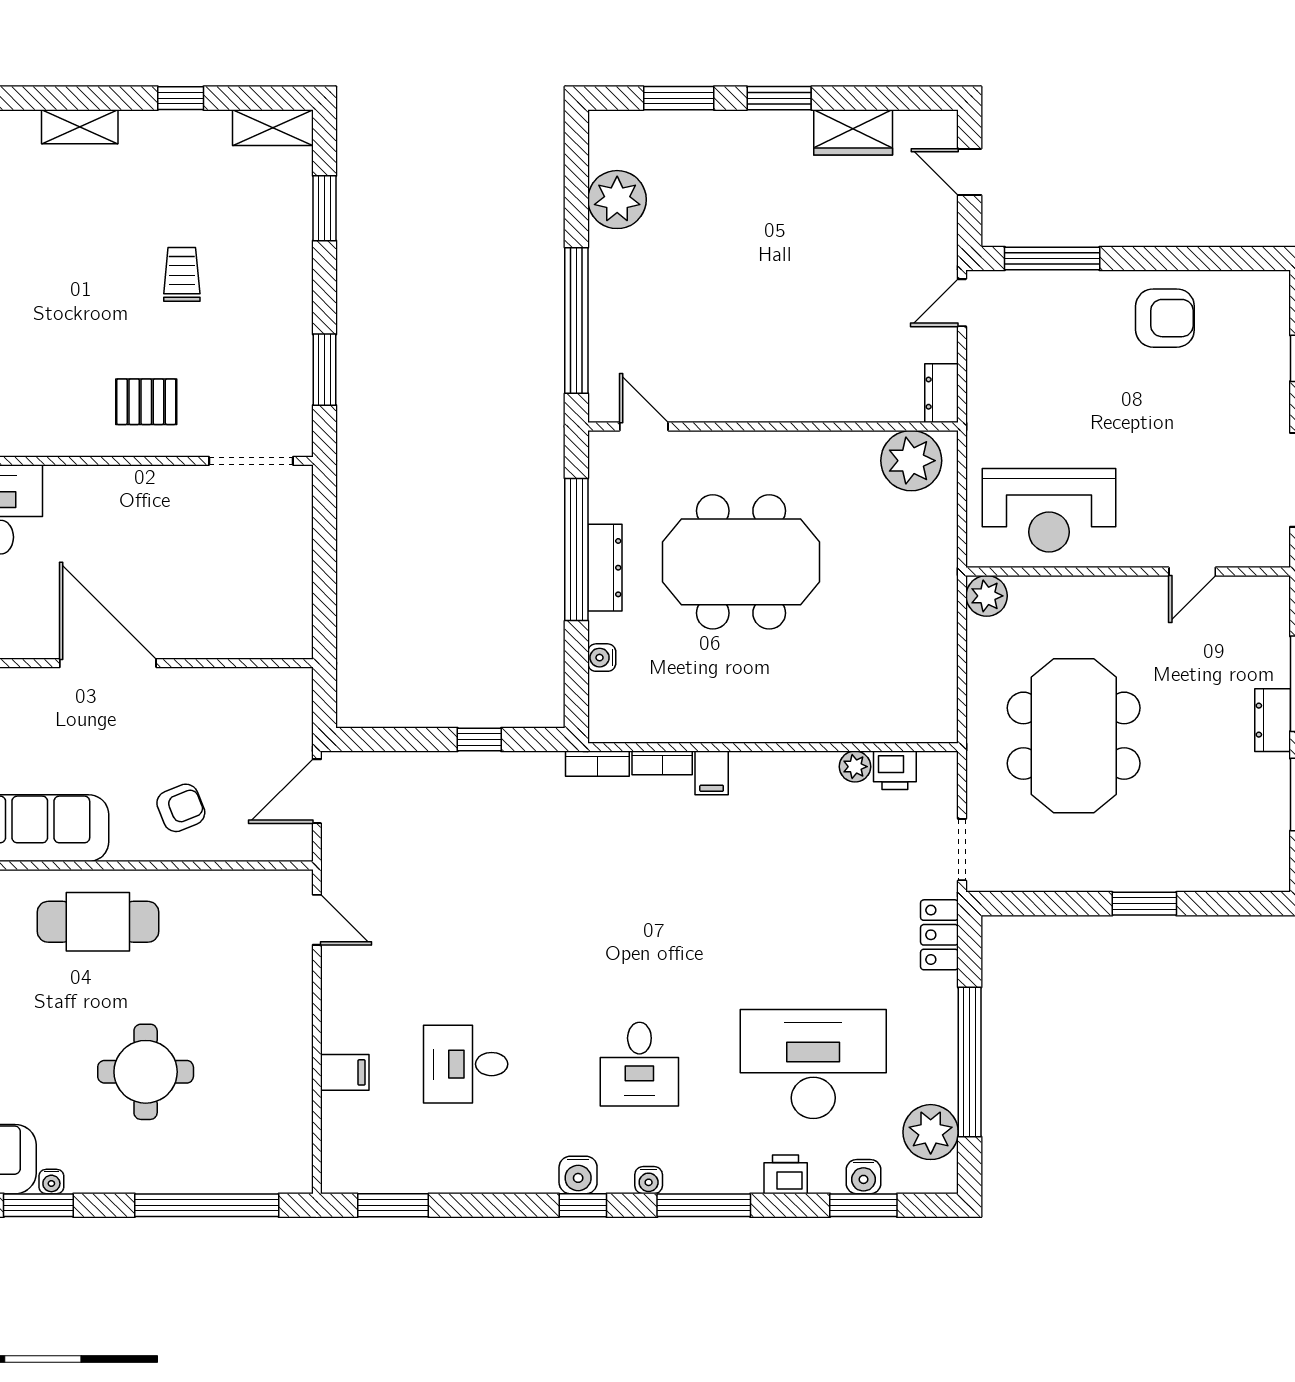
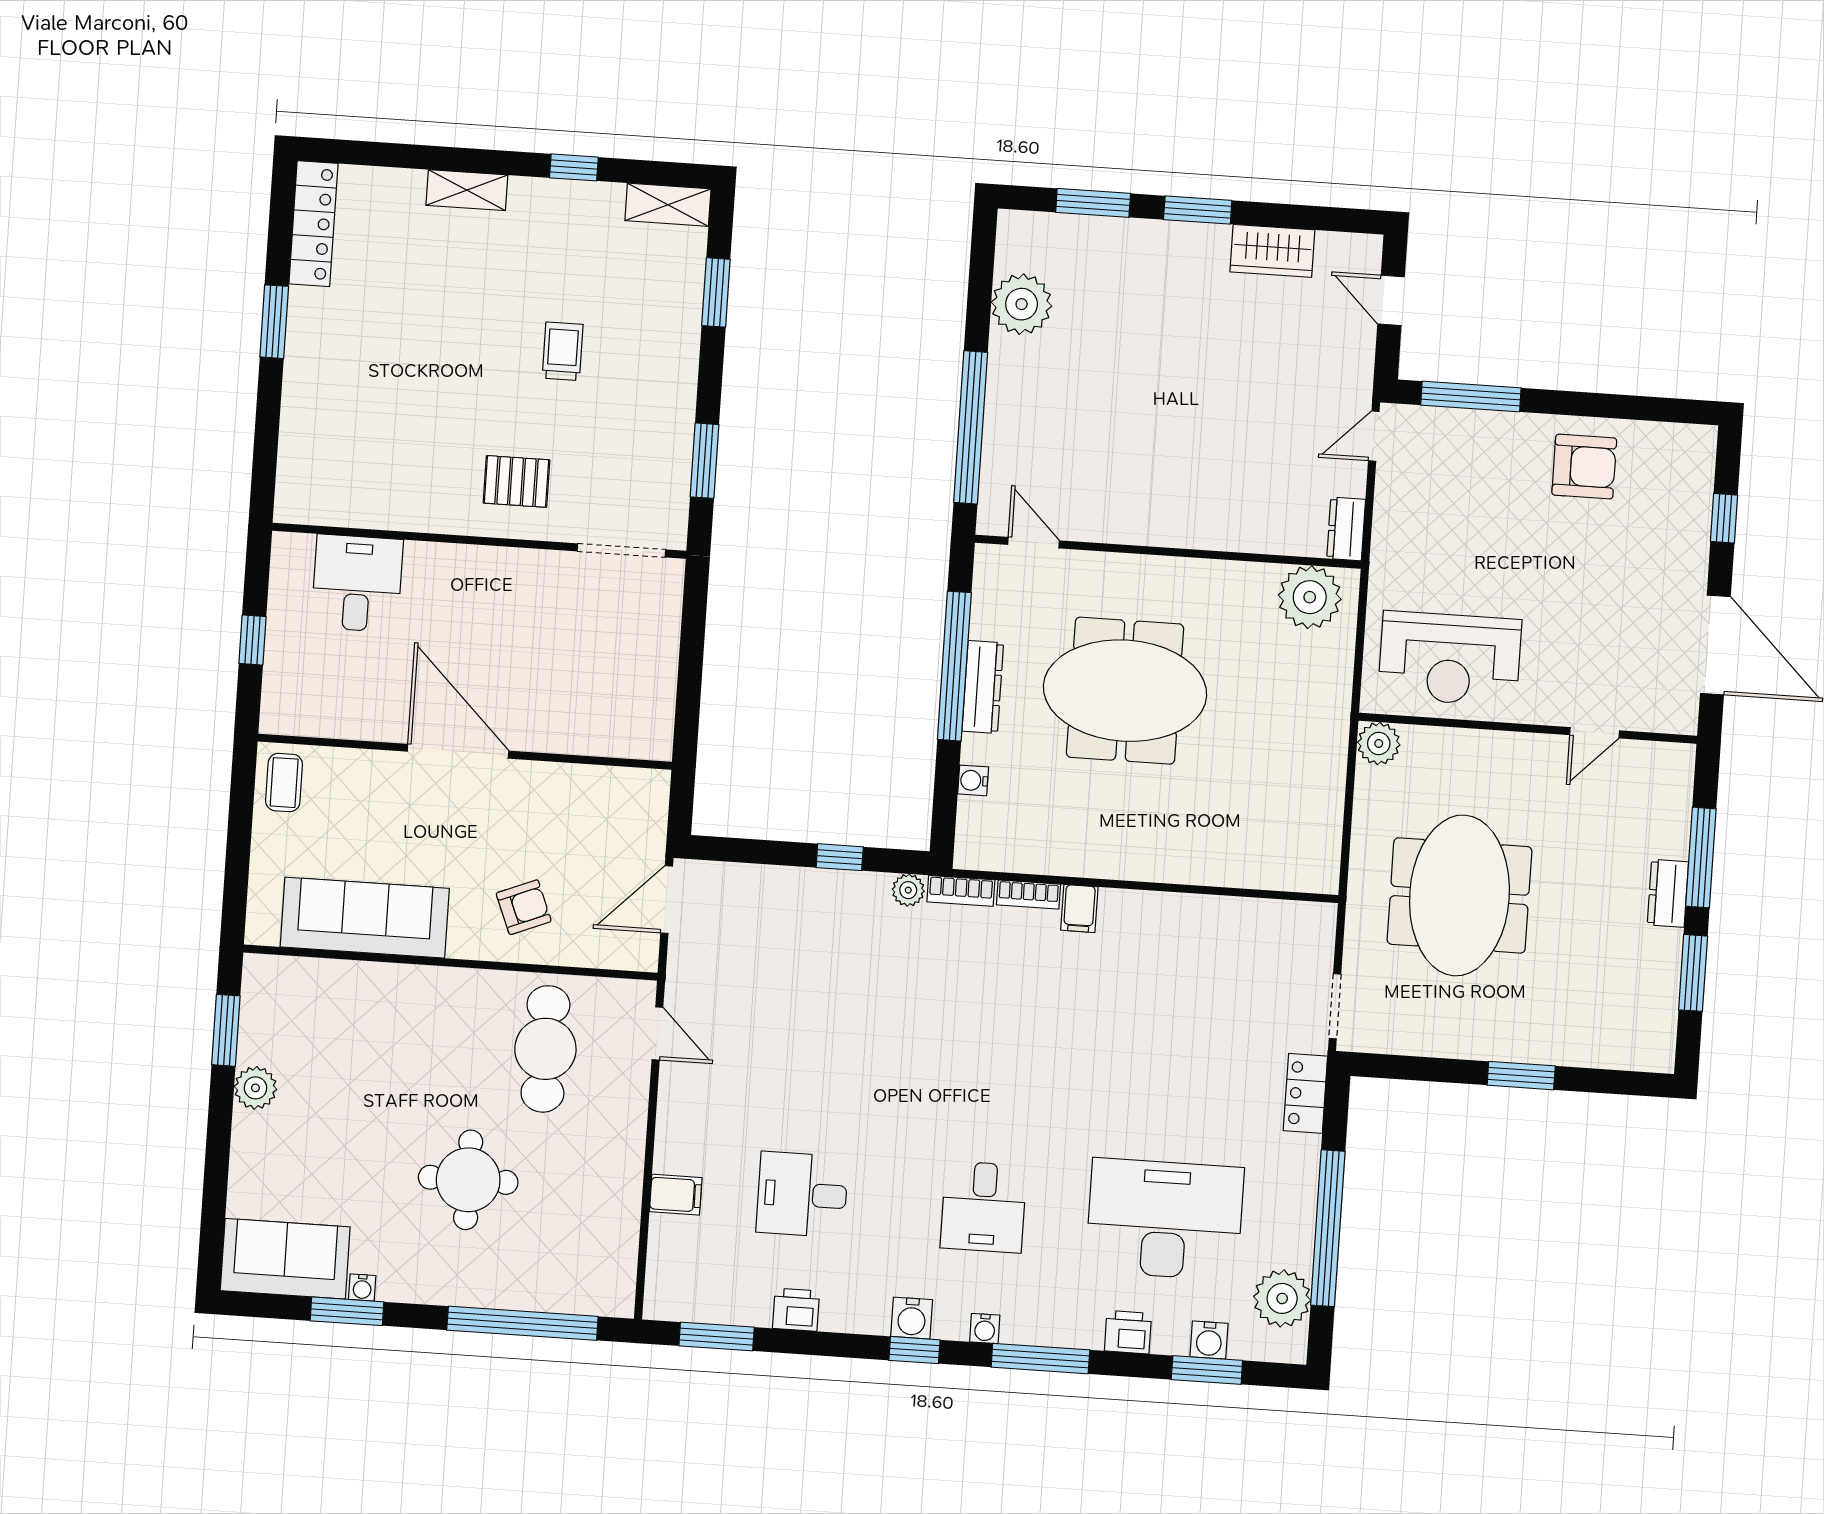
plant: (855, 767) -> (908, 890), moved
printer: (895, 770) -> (796, 1310), moved, turned 180
cafe table: (98, 922) -> (545, 1049), moved, turned 90

